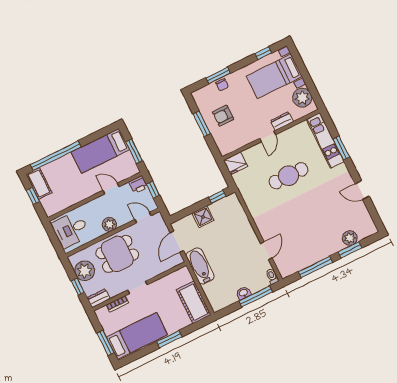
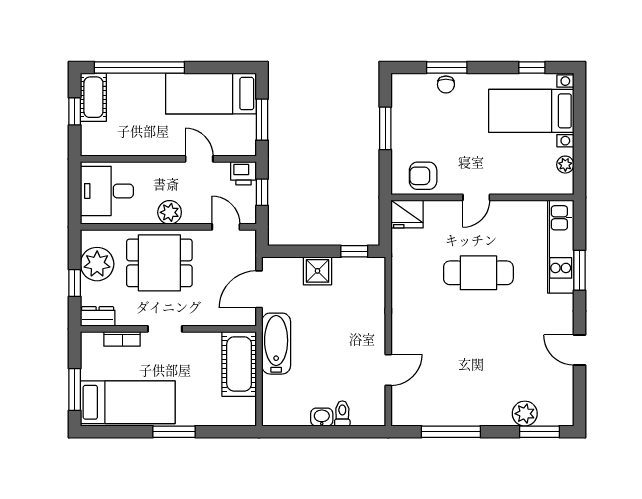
plant: (302, 98) -> (565, 165), width x0.53, depth x0.53
armchair: (223, 116) -> (423, 176), moved
dresser: (282, 121) -> (509, 185), removed
window: (350, 250) -> (540, 432), moved
toilet: (272, 276) -> (342, 413), moved
window: (256, 297) -> (338, 432), removed
cot: (194, 302) -> (239, 364), moved

